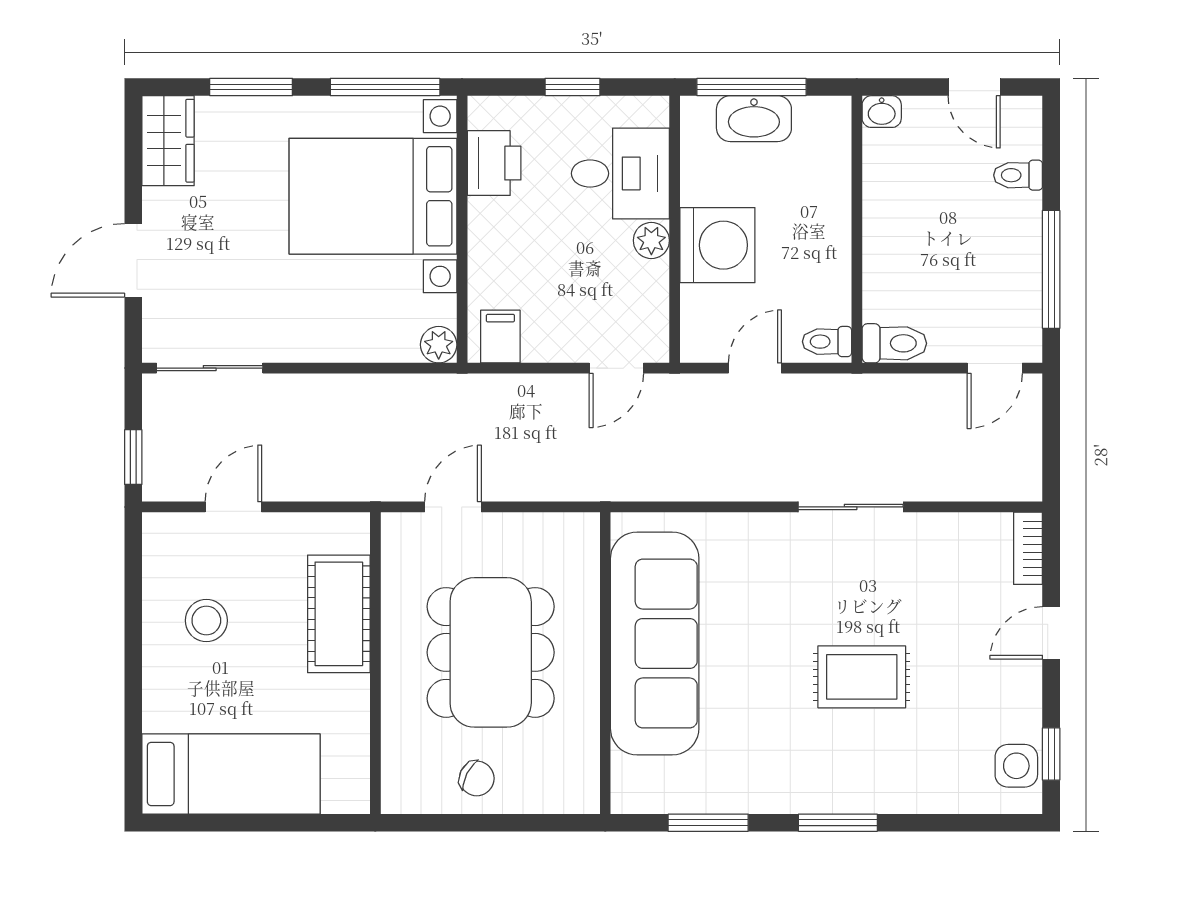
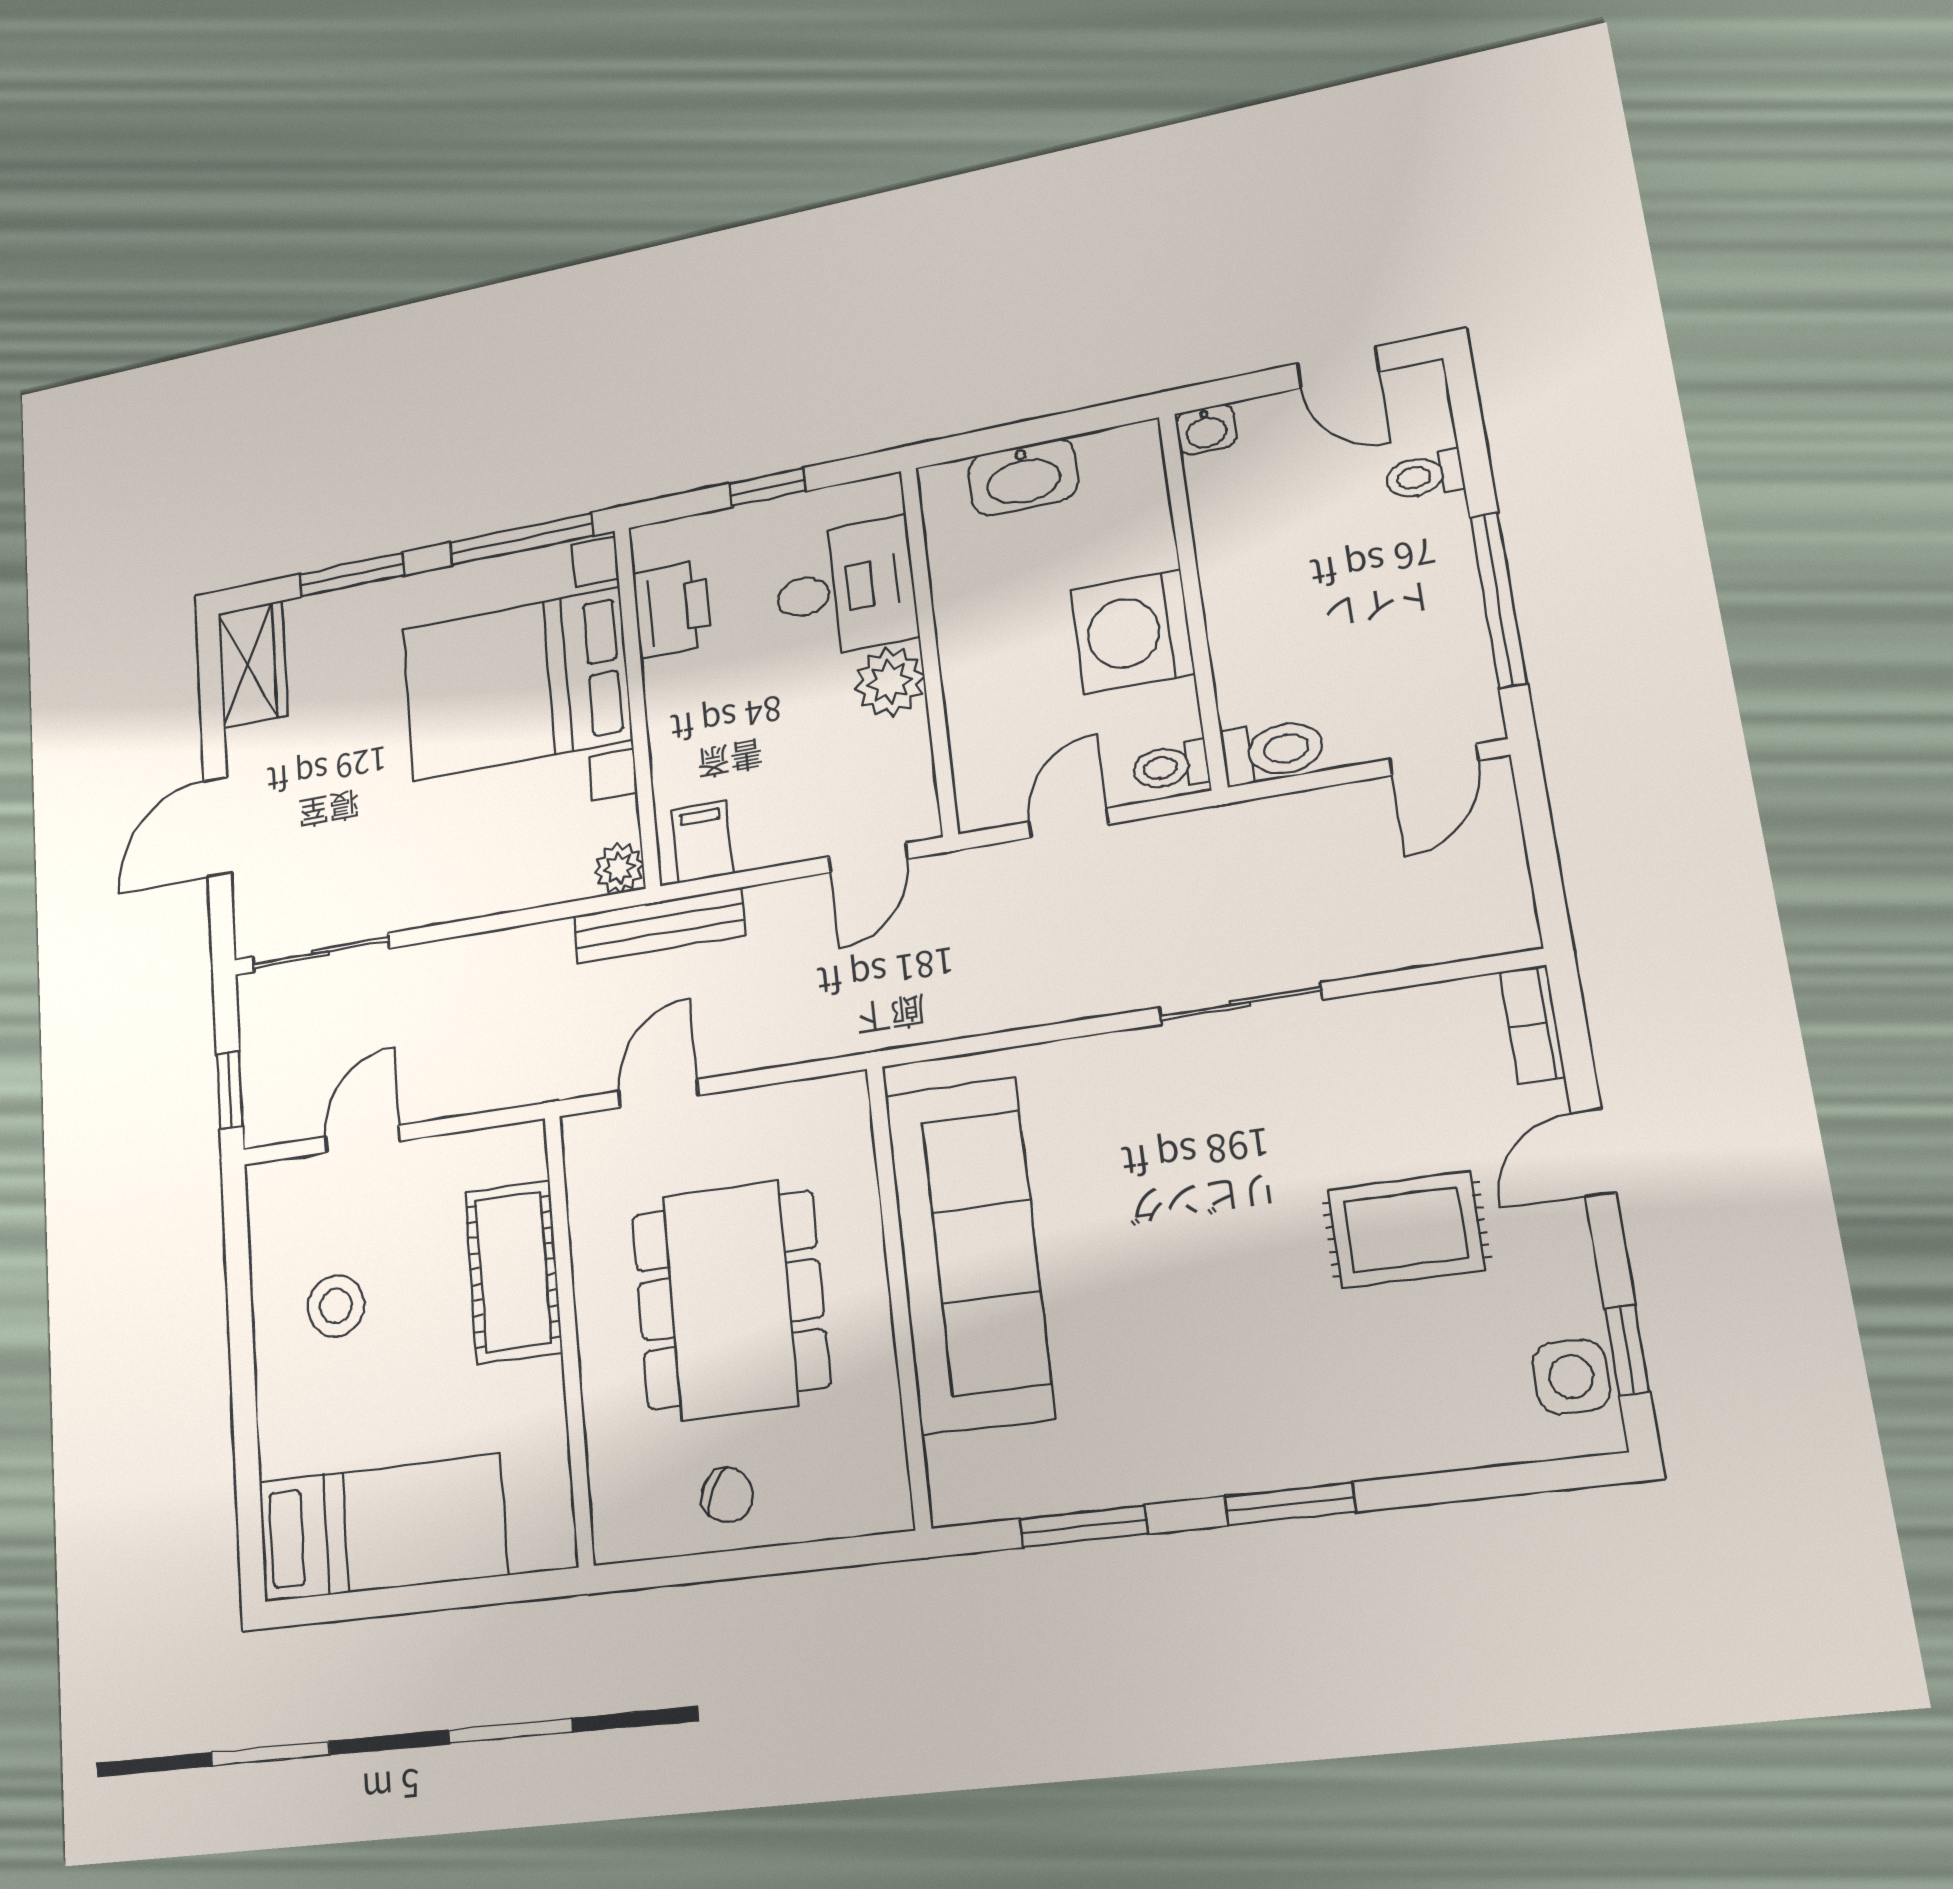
window: (751, 87) -> (1014, 435), removed
plant: (651, 240) -> (890, 682), width x1.38, depth x1.38
washing machine: (717, 245) -> (1132, 632), moved, turned 180
bench: (464, 390) -> (659, 926), added
rug: (862, 677) -> (1406, 1230), moved

